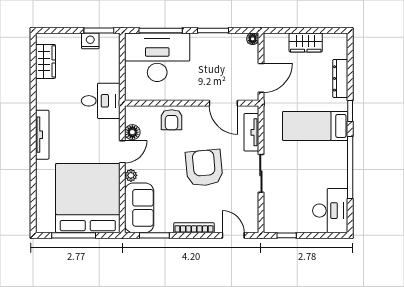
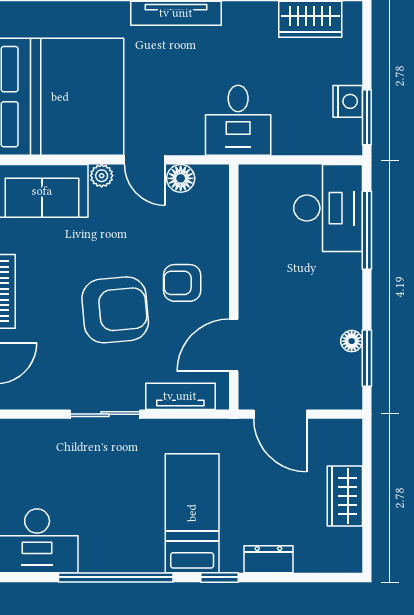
window: (213, 31) -> (367, 358), moved
floor lamp: (253, 39) -> (352, 341), moved
desk: (157, 57) -> (328, 208), width x0.73, depth x0.77
dresser: (340, 78) -> (268, 559), width x0.70
armchair: (172, 120) -> (182, 283), moved

